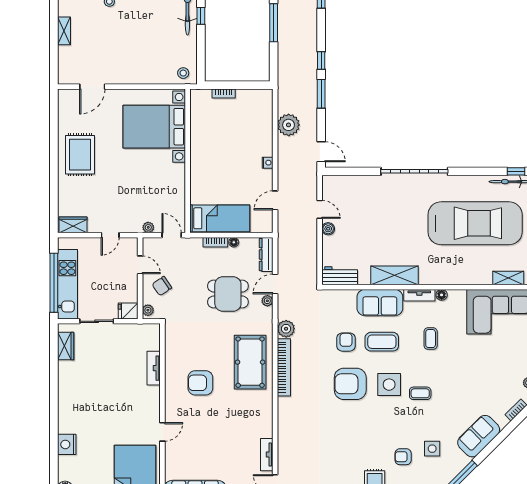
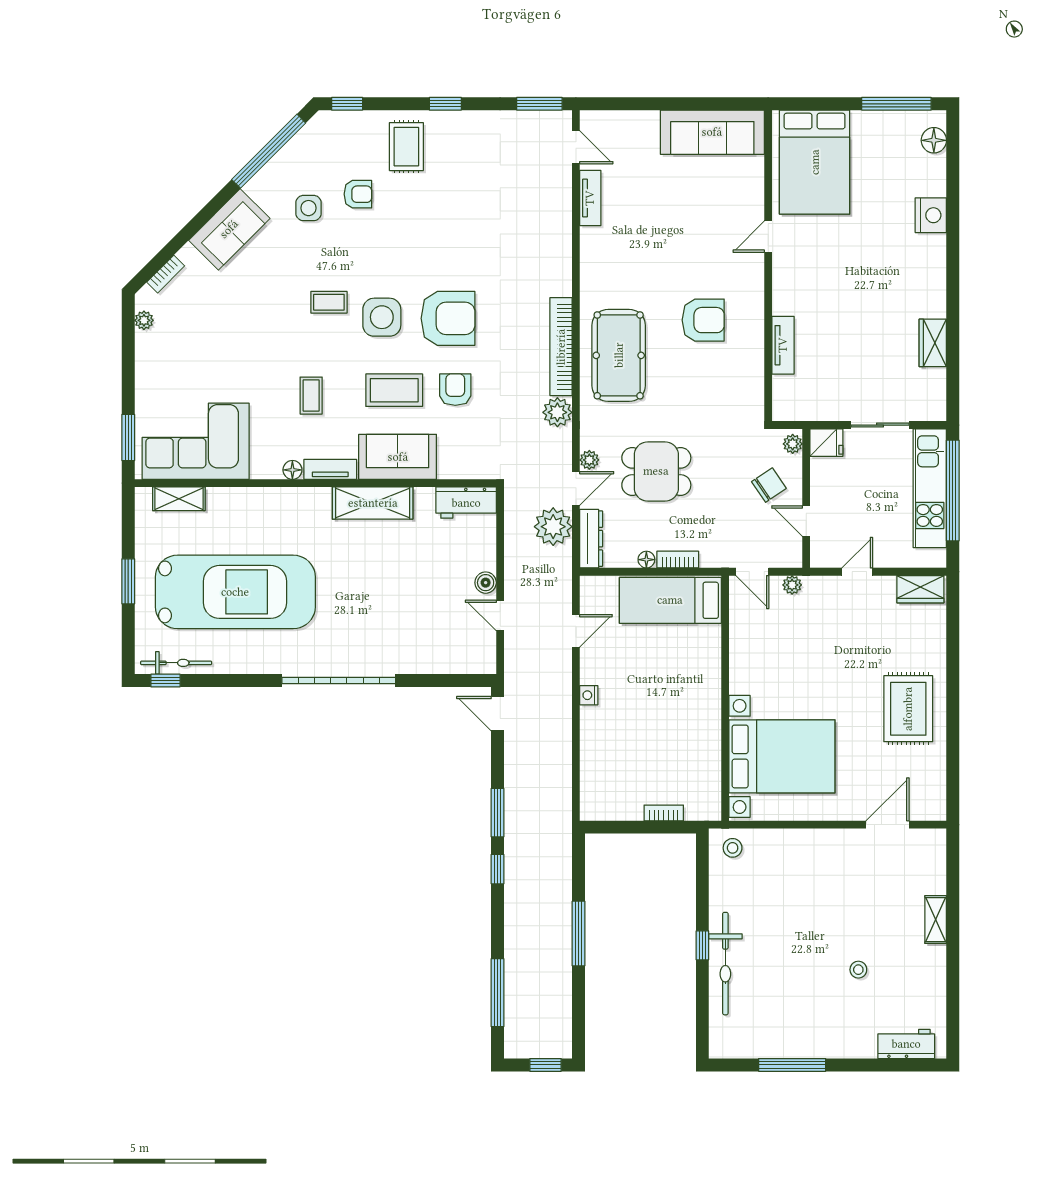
plant: (289, 125) -> (553, 527), moved
car: (475, 223) -> (235, 592), turned 180
armchair: (346, 342) -> (455, 390), turned 180
wardrobe: (66, 346) -> (933, 343), moved

